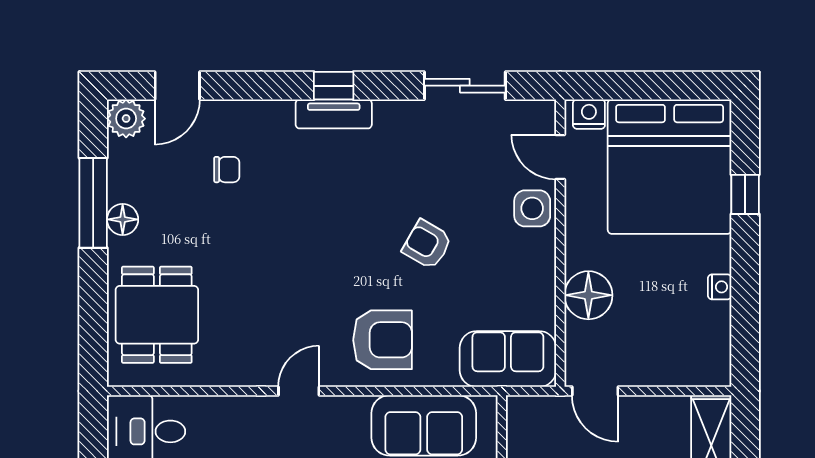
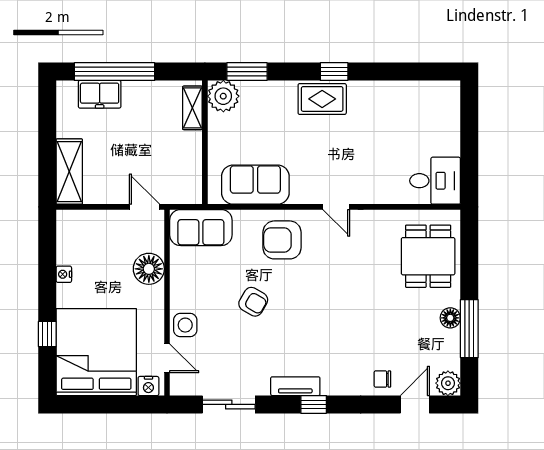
tv unit: (334, 114) -> (295, 386), moved
chair: (227, 170) -> (382, 379), moved
door: (299, 391) -> (336, 207), hinge flipped

